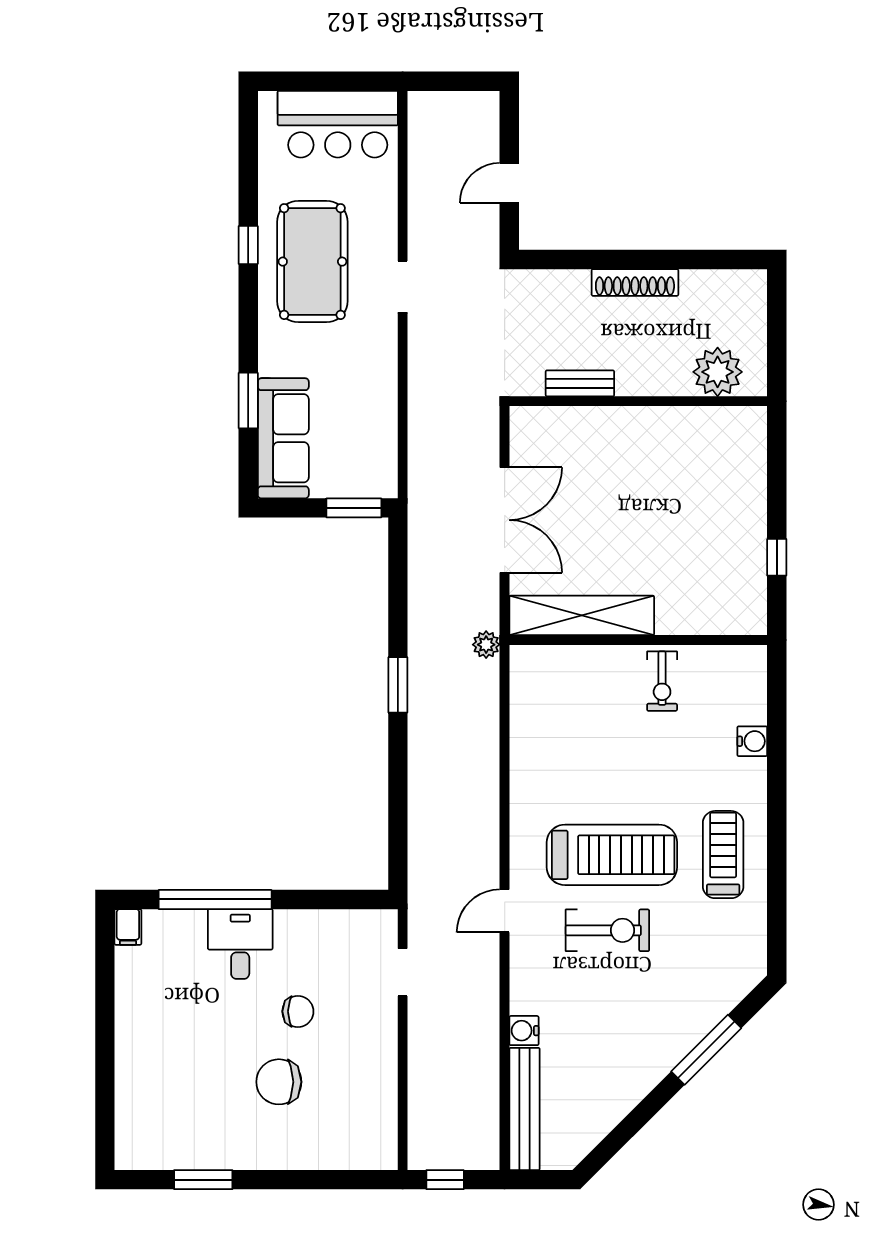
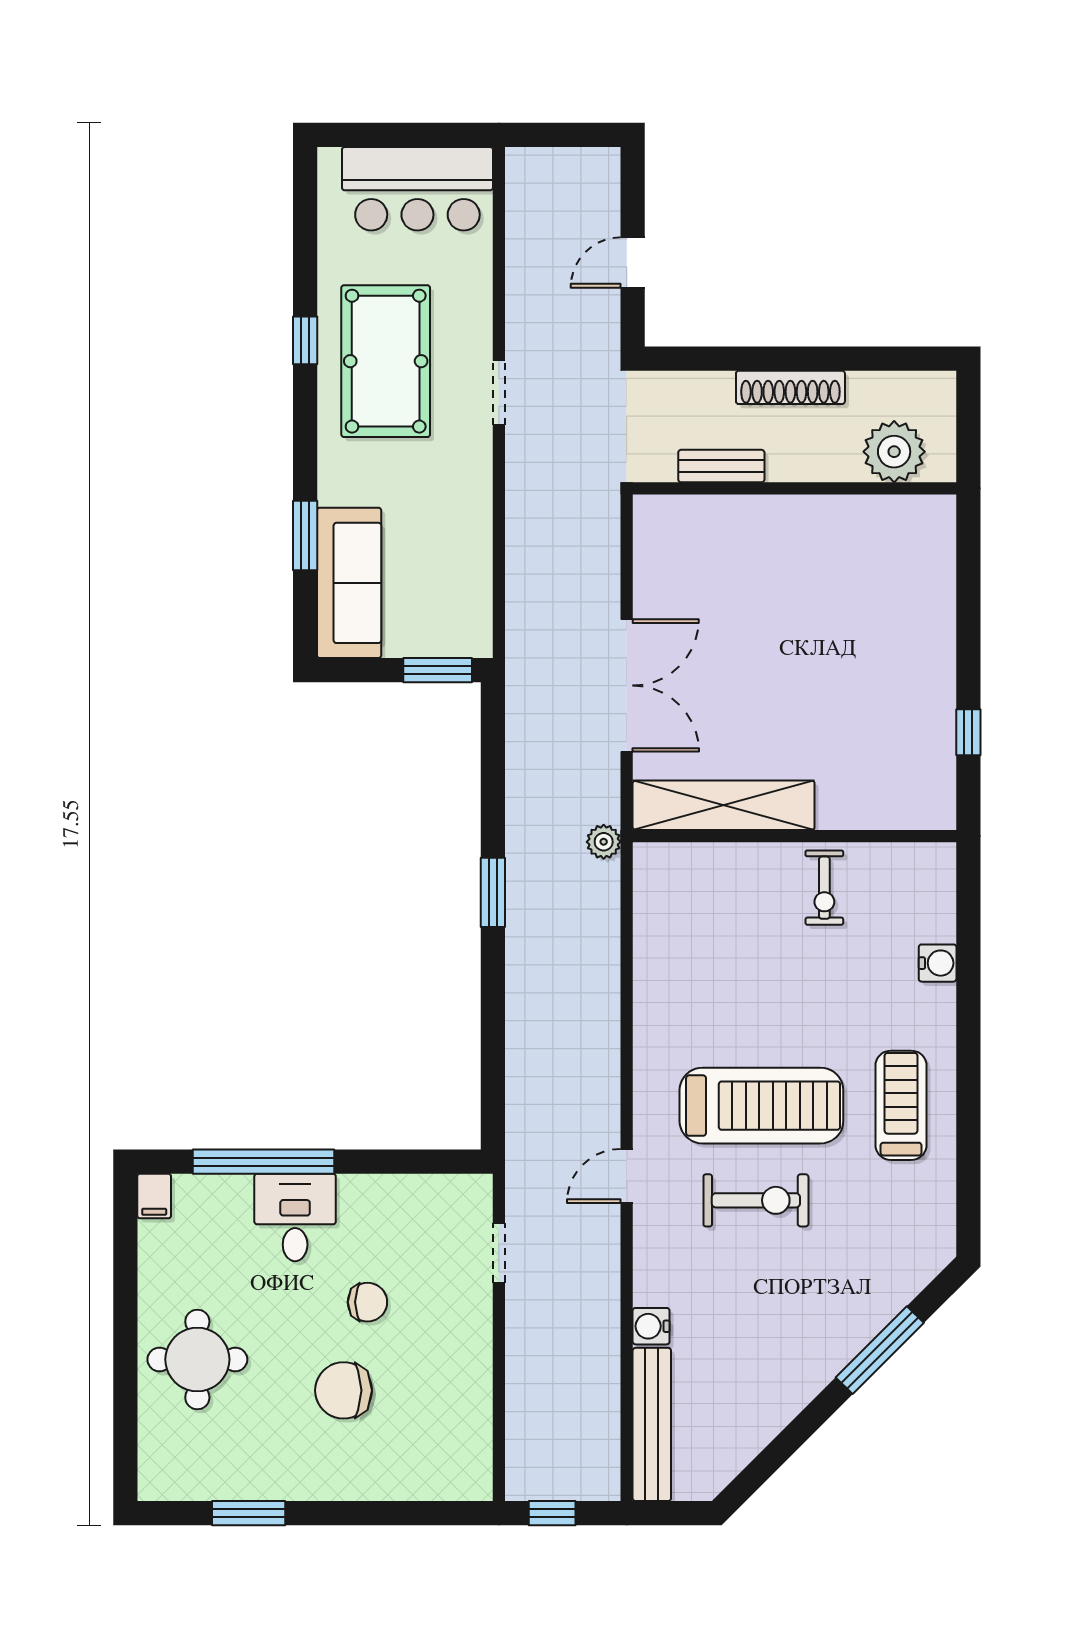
plant: (718, 372) -> (894, 452), moved
bench: (580, 383) -> (721, 466), moved
wall: (638, 401) -> (795, 488), moved
round table: (162, 1057) -> (197, 1359), added

